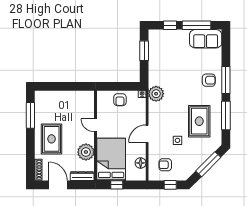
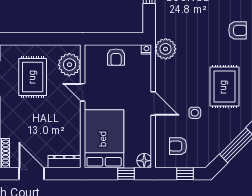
door: (147, 134) -> (153, 104), swing flipped
rug: (52, 139) -> (33, 77), moved
plant: (86, 152) -> (69, 65), moved
floor lamp: (141, 163) -> (144, 161), moved
window: (117, 185) -> (126, 174), moved

